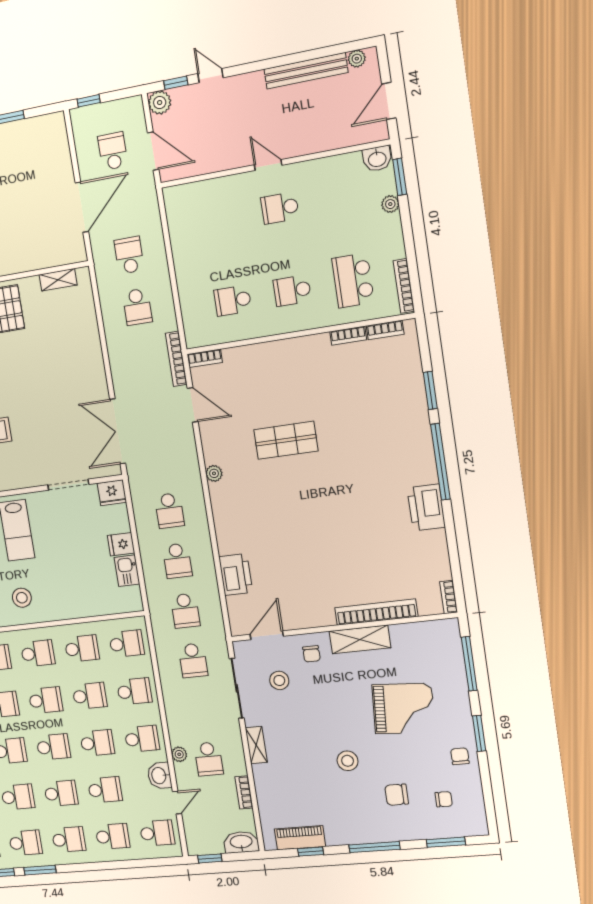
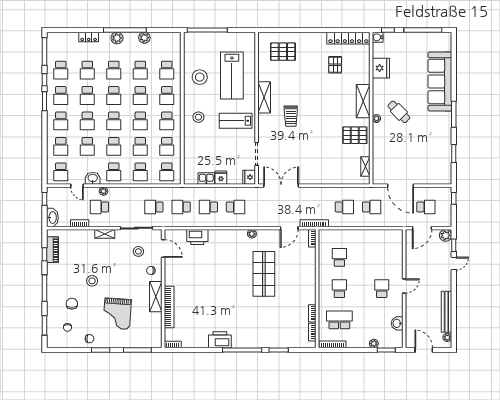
washbasin: (377, 159) -> (397, 323), moved
school desk: (137, 307) -> (344, 207), turned 180
shop shelf: (286, 440) -> (264, 274), width x1.43, depth x1.36
school desk: (169, 511) -> (236, 207), turned 180

